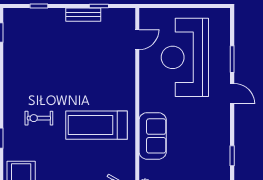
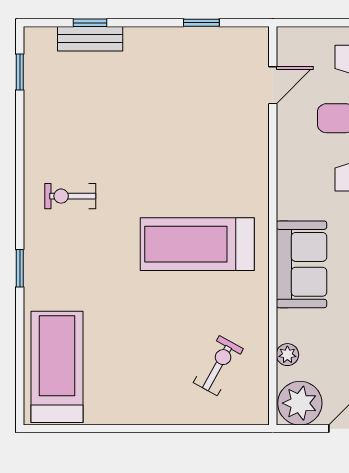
bench: (83, 15) -> (90, 39), moved
exercise bike: (39, 118) -> (70, 196), moved

